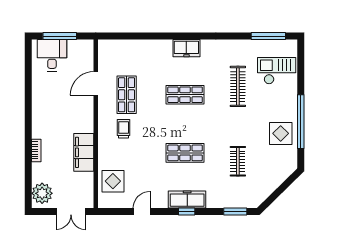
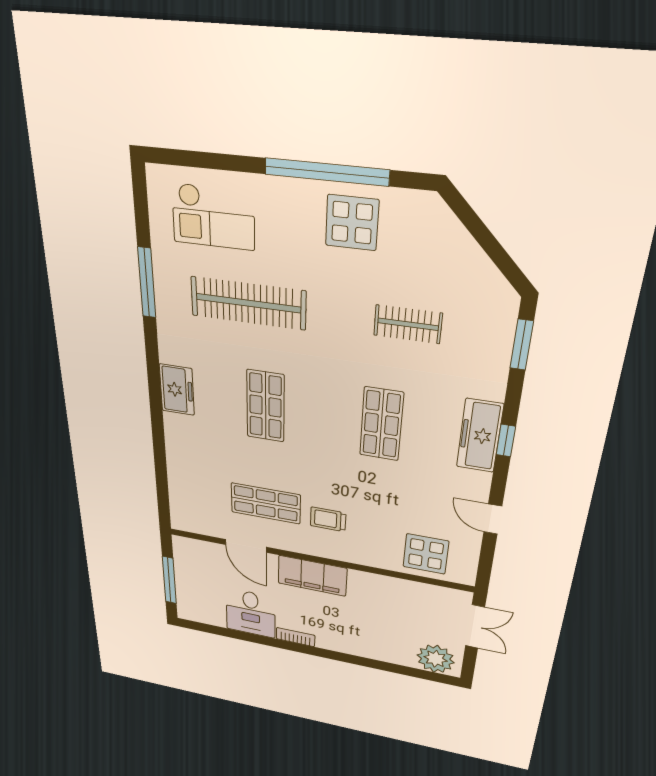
window: (268, 36) -> (147, 283), moved
desk: (52, 55) -> (251, 613), moved, turned -90
checkout: (277, 71) -> (213, 217), turned -90
clothes rail: (238, 86) -> (248, 303), width x1.37, depth x1.31
bookcase: (36, 150) -> (296, 637), moved
filing cabinet: (84, 152) -> (312, 576), moved

